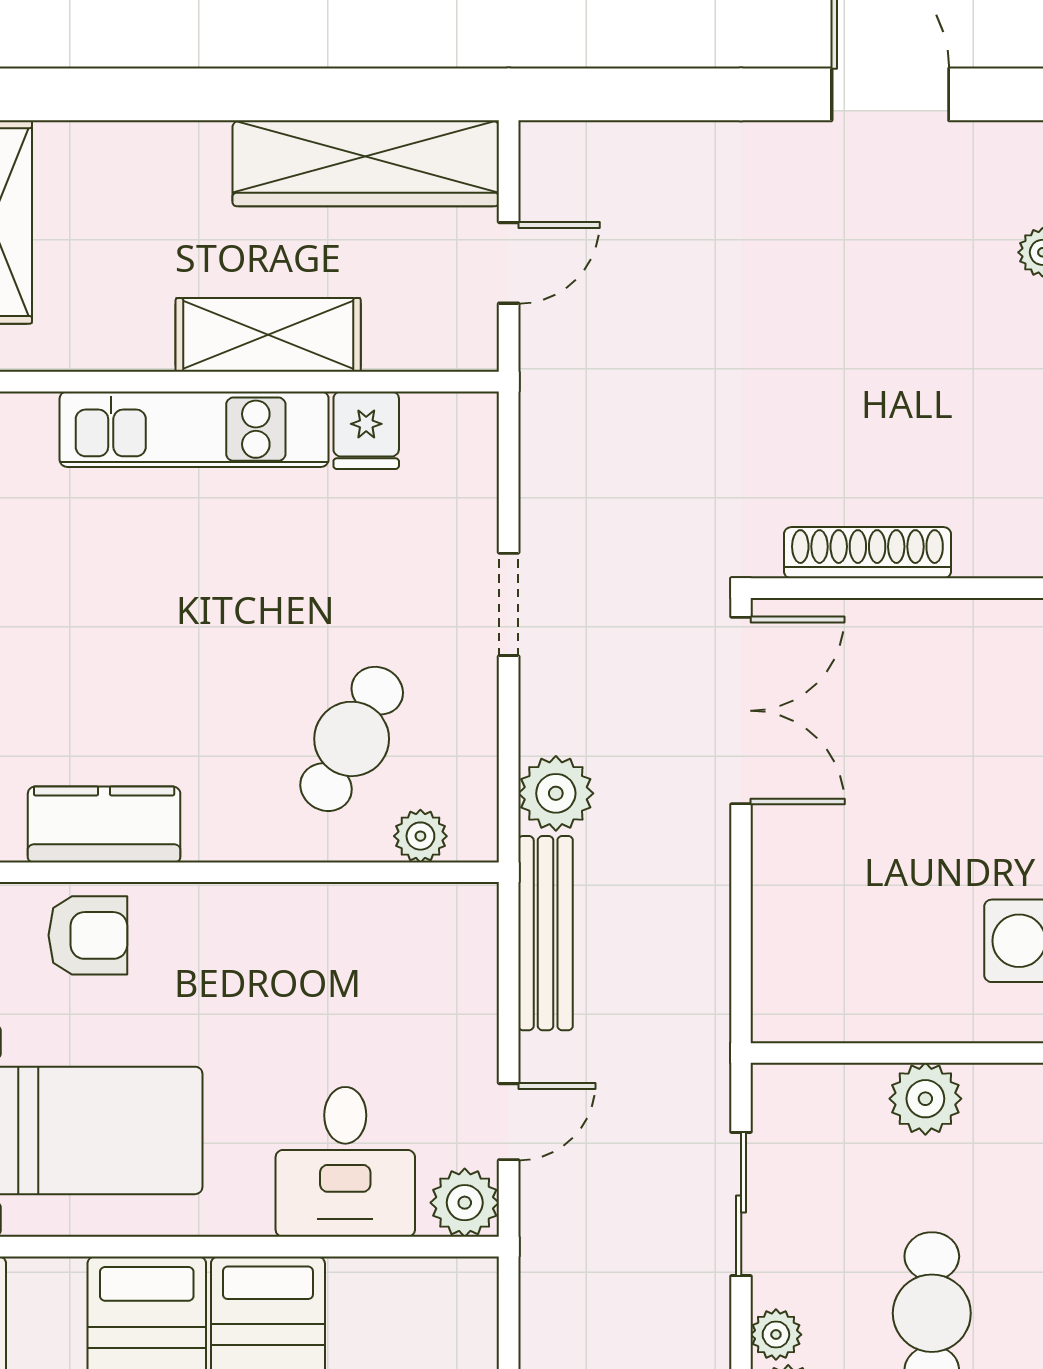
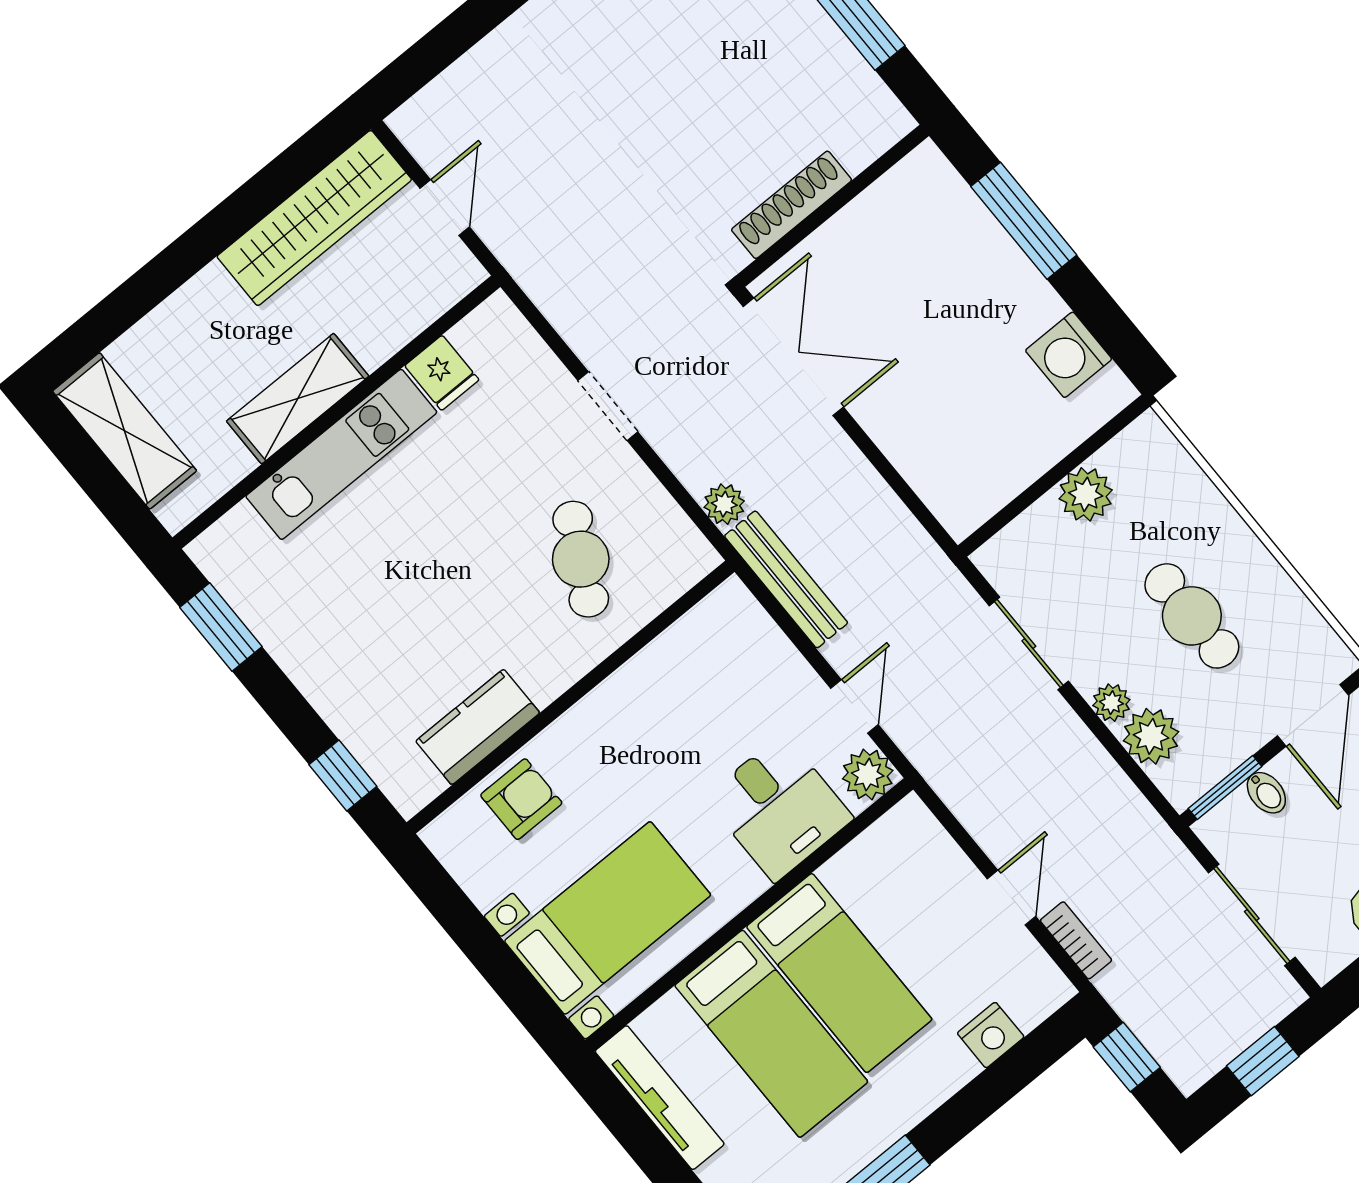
shelving: (268, 335) -> (298, 399), moved
plant: (556, 793) -> (724, 504), width x0.73, depth x0.73
plant: (420, 836) -> (667, 583), removed

